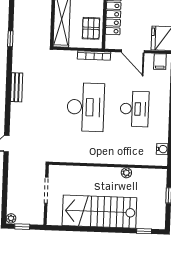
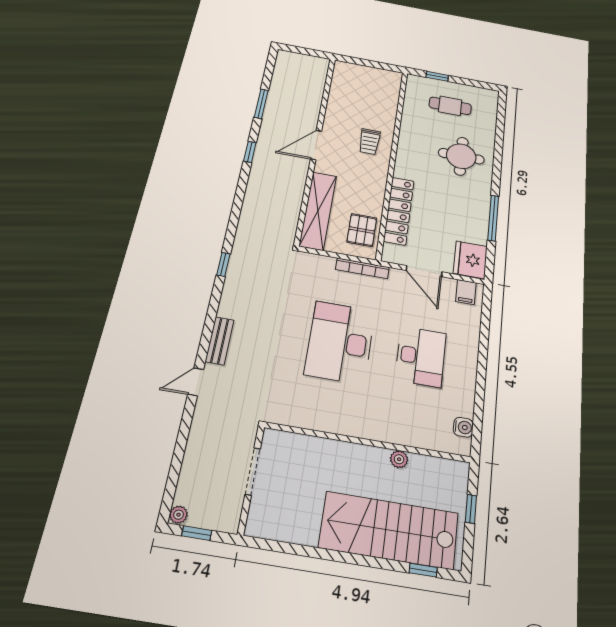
window: (10, 39) -> (223, 264), moved
bench: (17, 87) -> (220, 341), moved
desk: (86, 107) -> (340, 342), turned 180
stairs: (99, 212) -> (389, 530), moved

